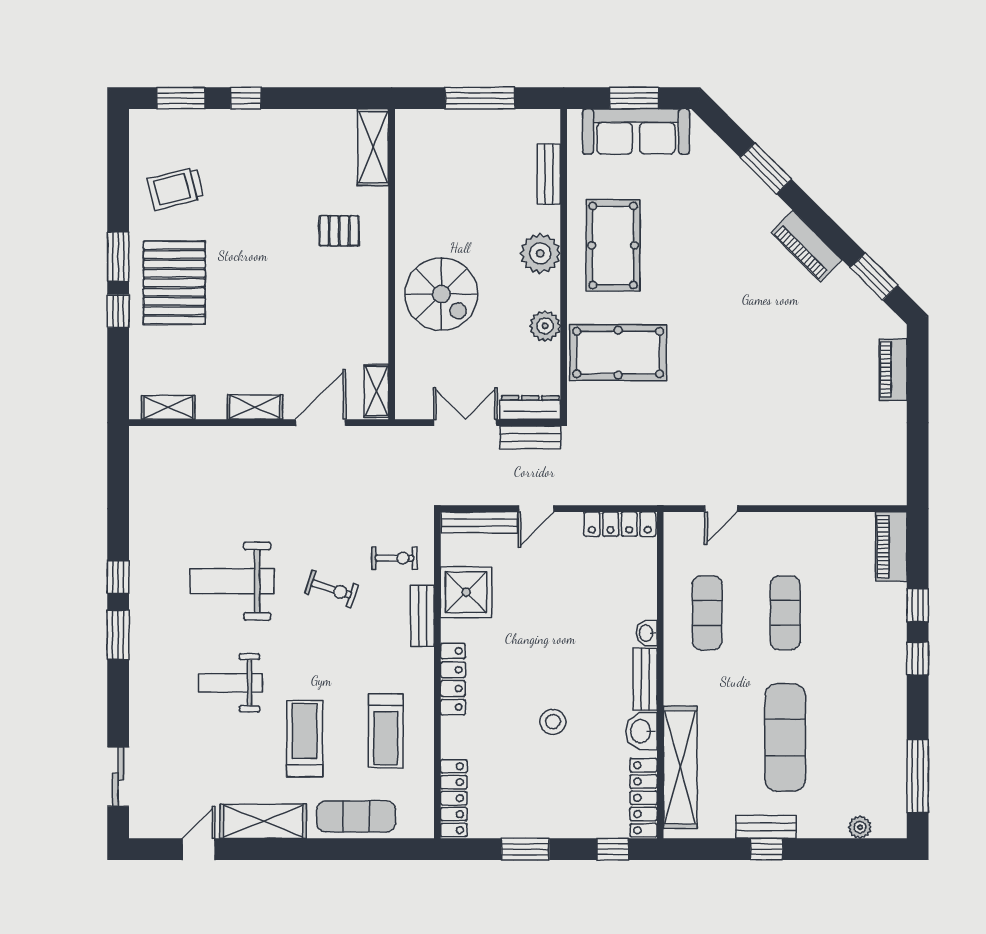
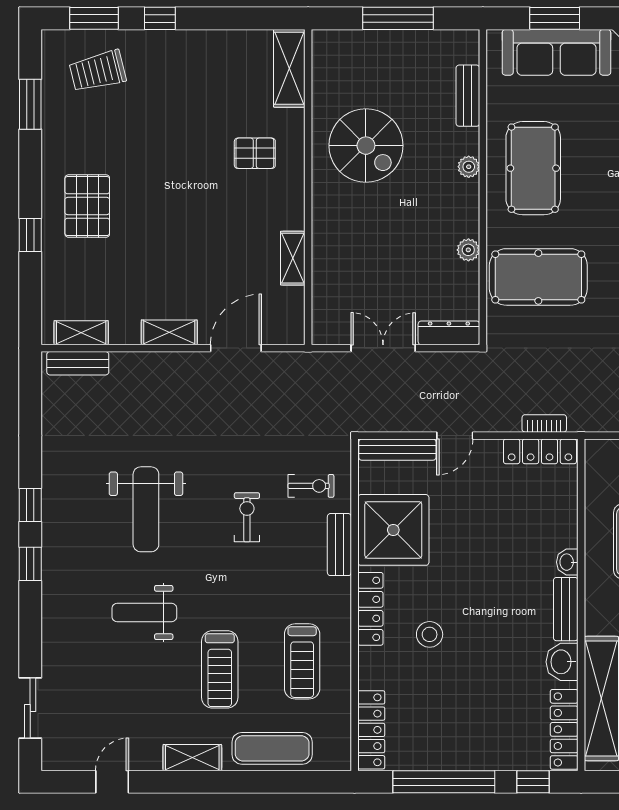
trolley: (175, 189) -> (98, 71), moved
plant: (540, 253) -> (469, 167), width x0.53, depth x0.53
window: (118, 257) -> (30, 104), moved
pallet: (174, 283) -> (87, 206), width x0.73, depth x0.71
spiral stairs: (441, 294) -> (366, 146), moved
plant: (545, 326) -> (468, 250), width x0.73, depth x0.73
shelving: (376, 391) -> (293, 258), moved
bench: (530, 437) -> (78, 363), moved
bookcase: (624, 497) -> (544, 423), added
weight bench: (232, 581) -> (146, 509), turned -90
exercise bike: (331, 589) -> (247, 517), turned -108
shower: (466, 592) -> (393, 530), width x1.37, depth x1.37
window: (118, 635) -> (30, 564), width x0.67
stool: (553, 722) -> (430, 634), moved
treadmill: (305, 739) -> (220, 669), turned 180
shelving: (263, 821) -> (192, 758), width x0.67, depth x0.75
window: (525, 849) -> (444, 782), width x2.11

